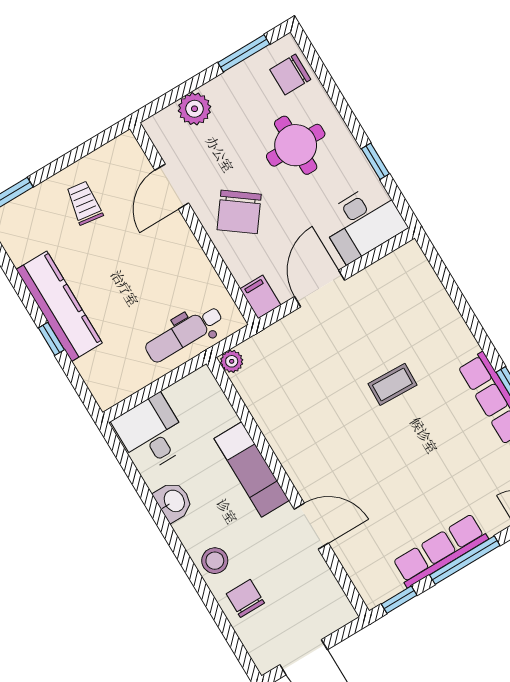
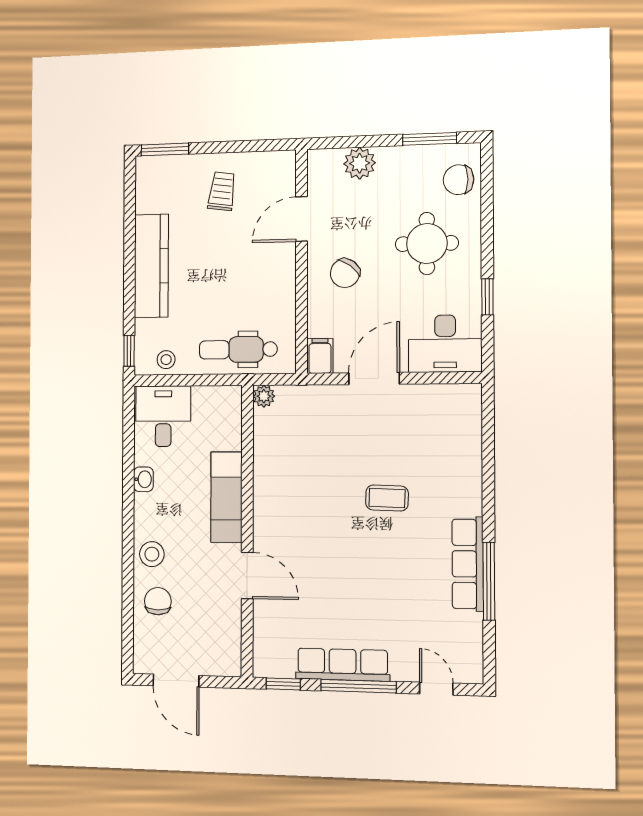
chair: (239, 212) -> (345, 273), width x0.73, depth x0.73
window: (51, 339) -> (129, 351), moved
stool: (124, 382) -> (166, 360), added
washbasin: (174, 501) -> (143, 479), width x0.72, depth x0.69

